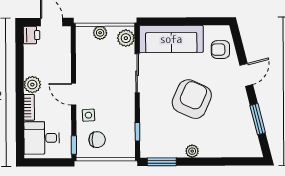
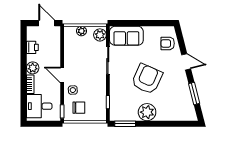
printer: (32, 35) -> (32, 47), moved
sofa: (171, 39) -> (126, 36), width x0.73
door: (246, 75) -> (186, 62), hinge flipped
plant: (192, 151) -> (147, 112), width x1.88, depth x1.88

